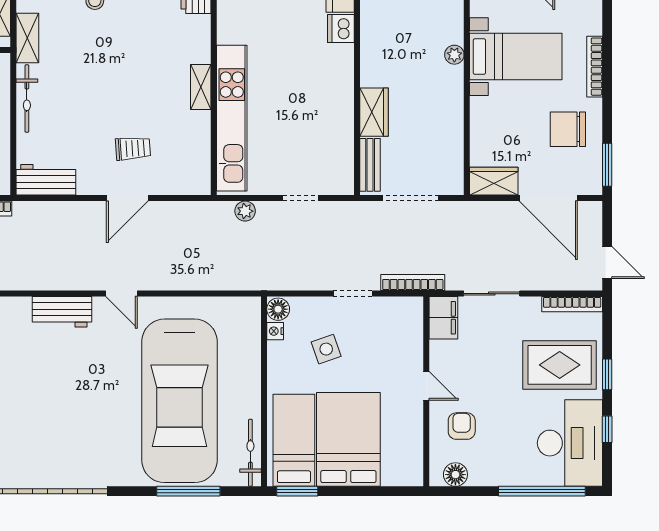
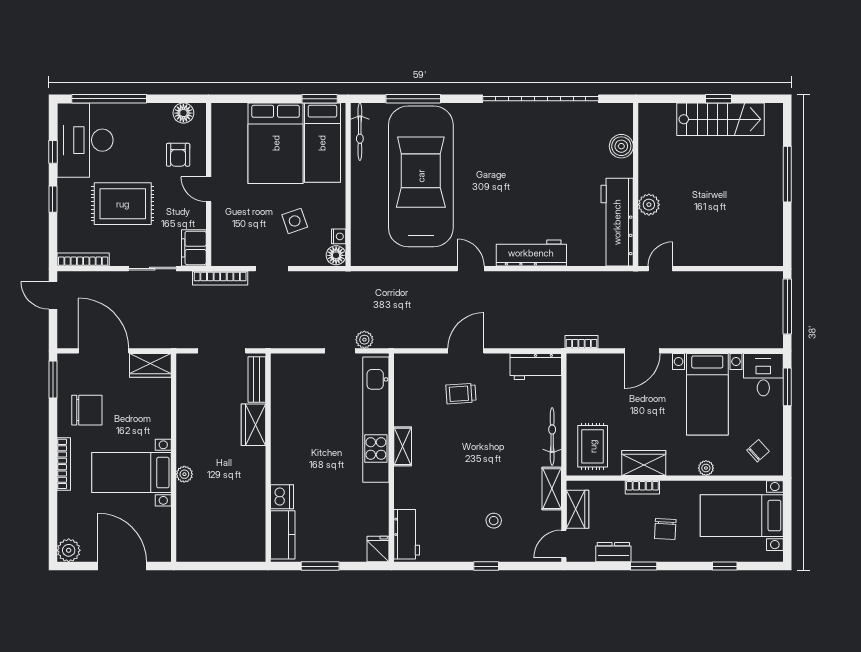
doorway: (301, 198) -> (340, 351), moved
workbench: (62, 312) -> (531, 253), width x1.38
rug: (560, 365) -> (123, 204), moved

